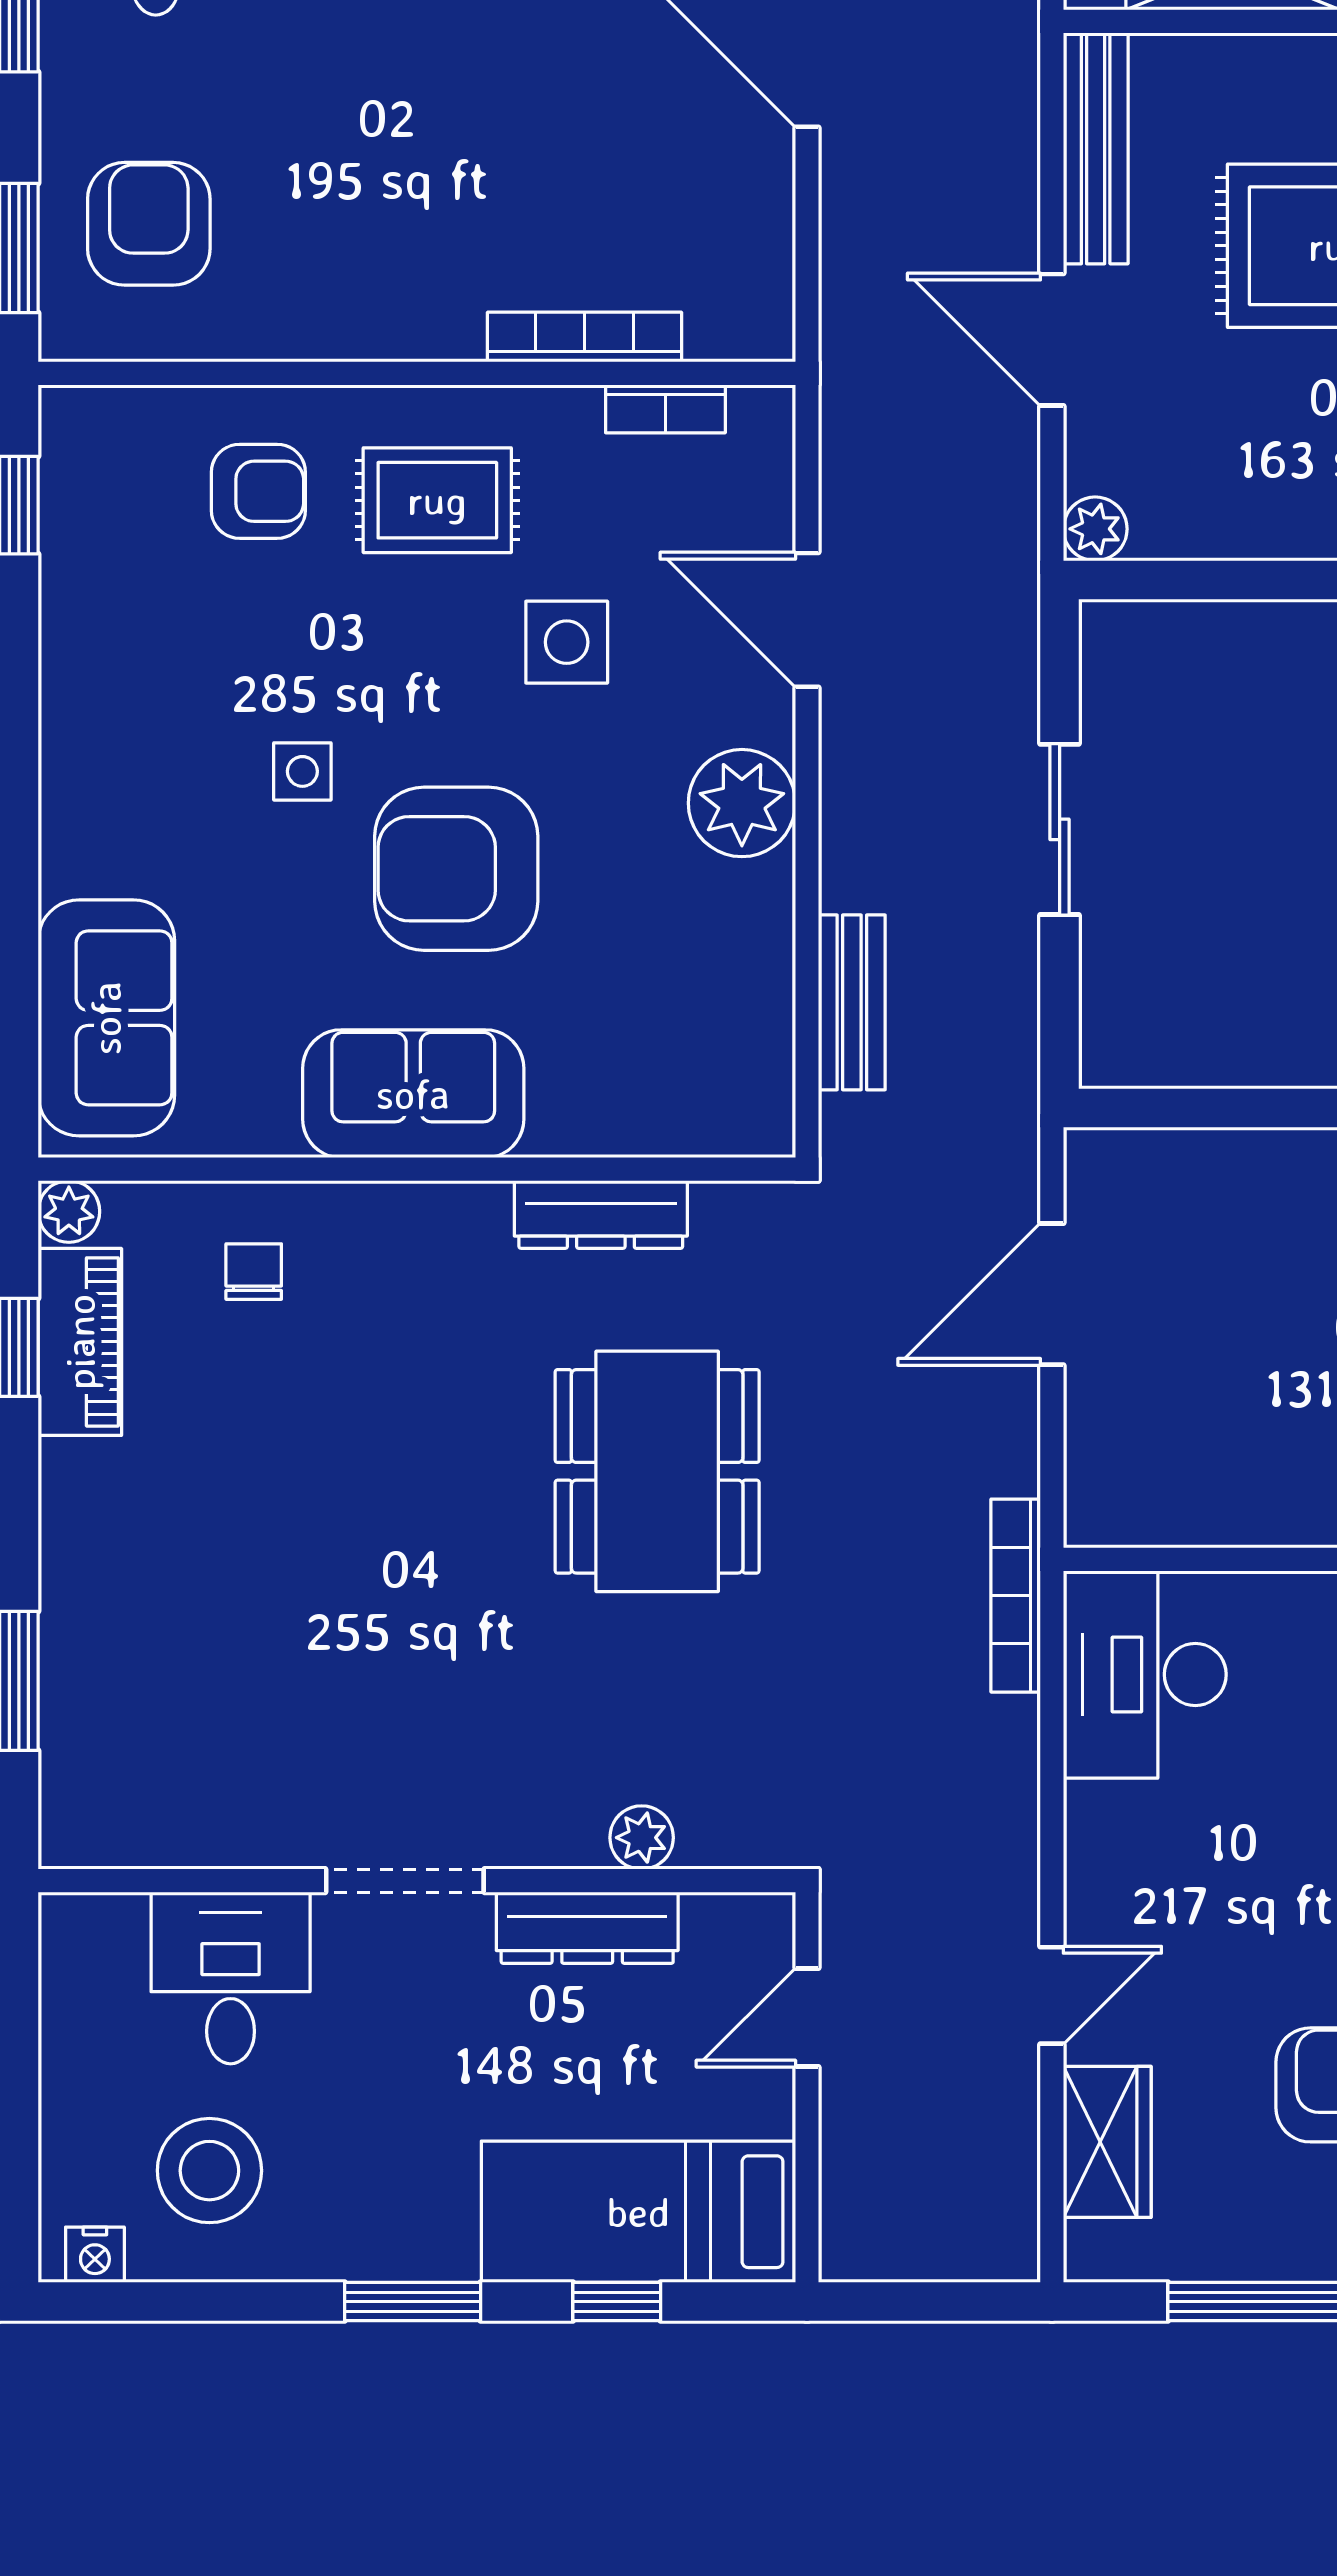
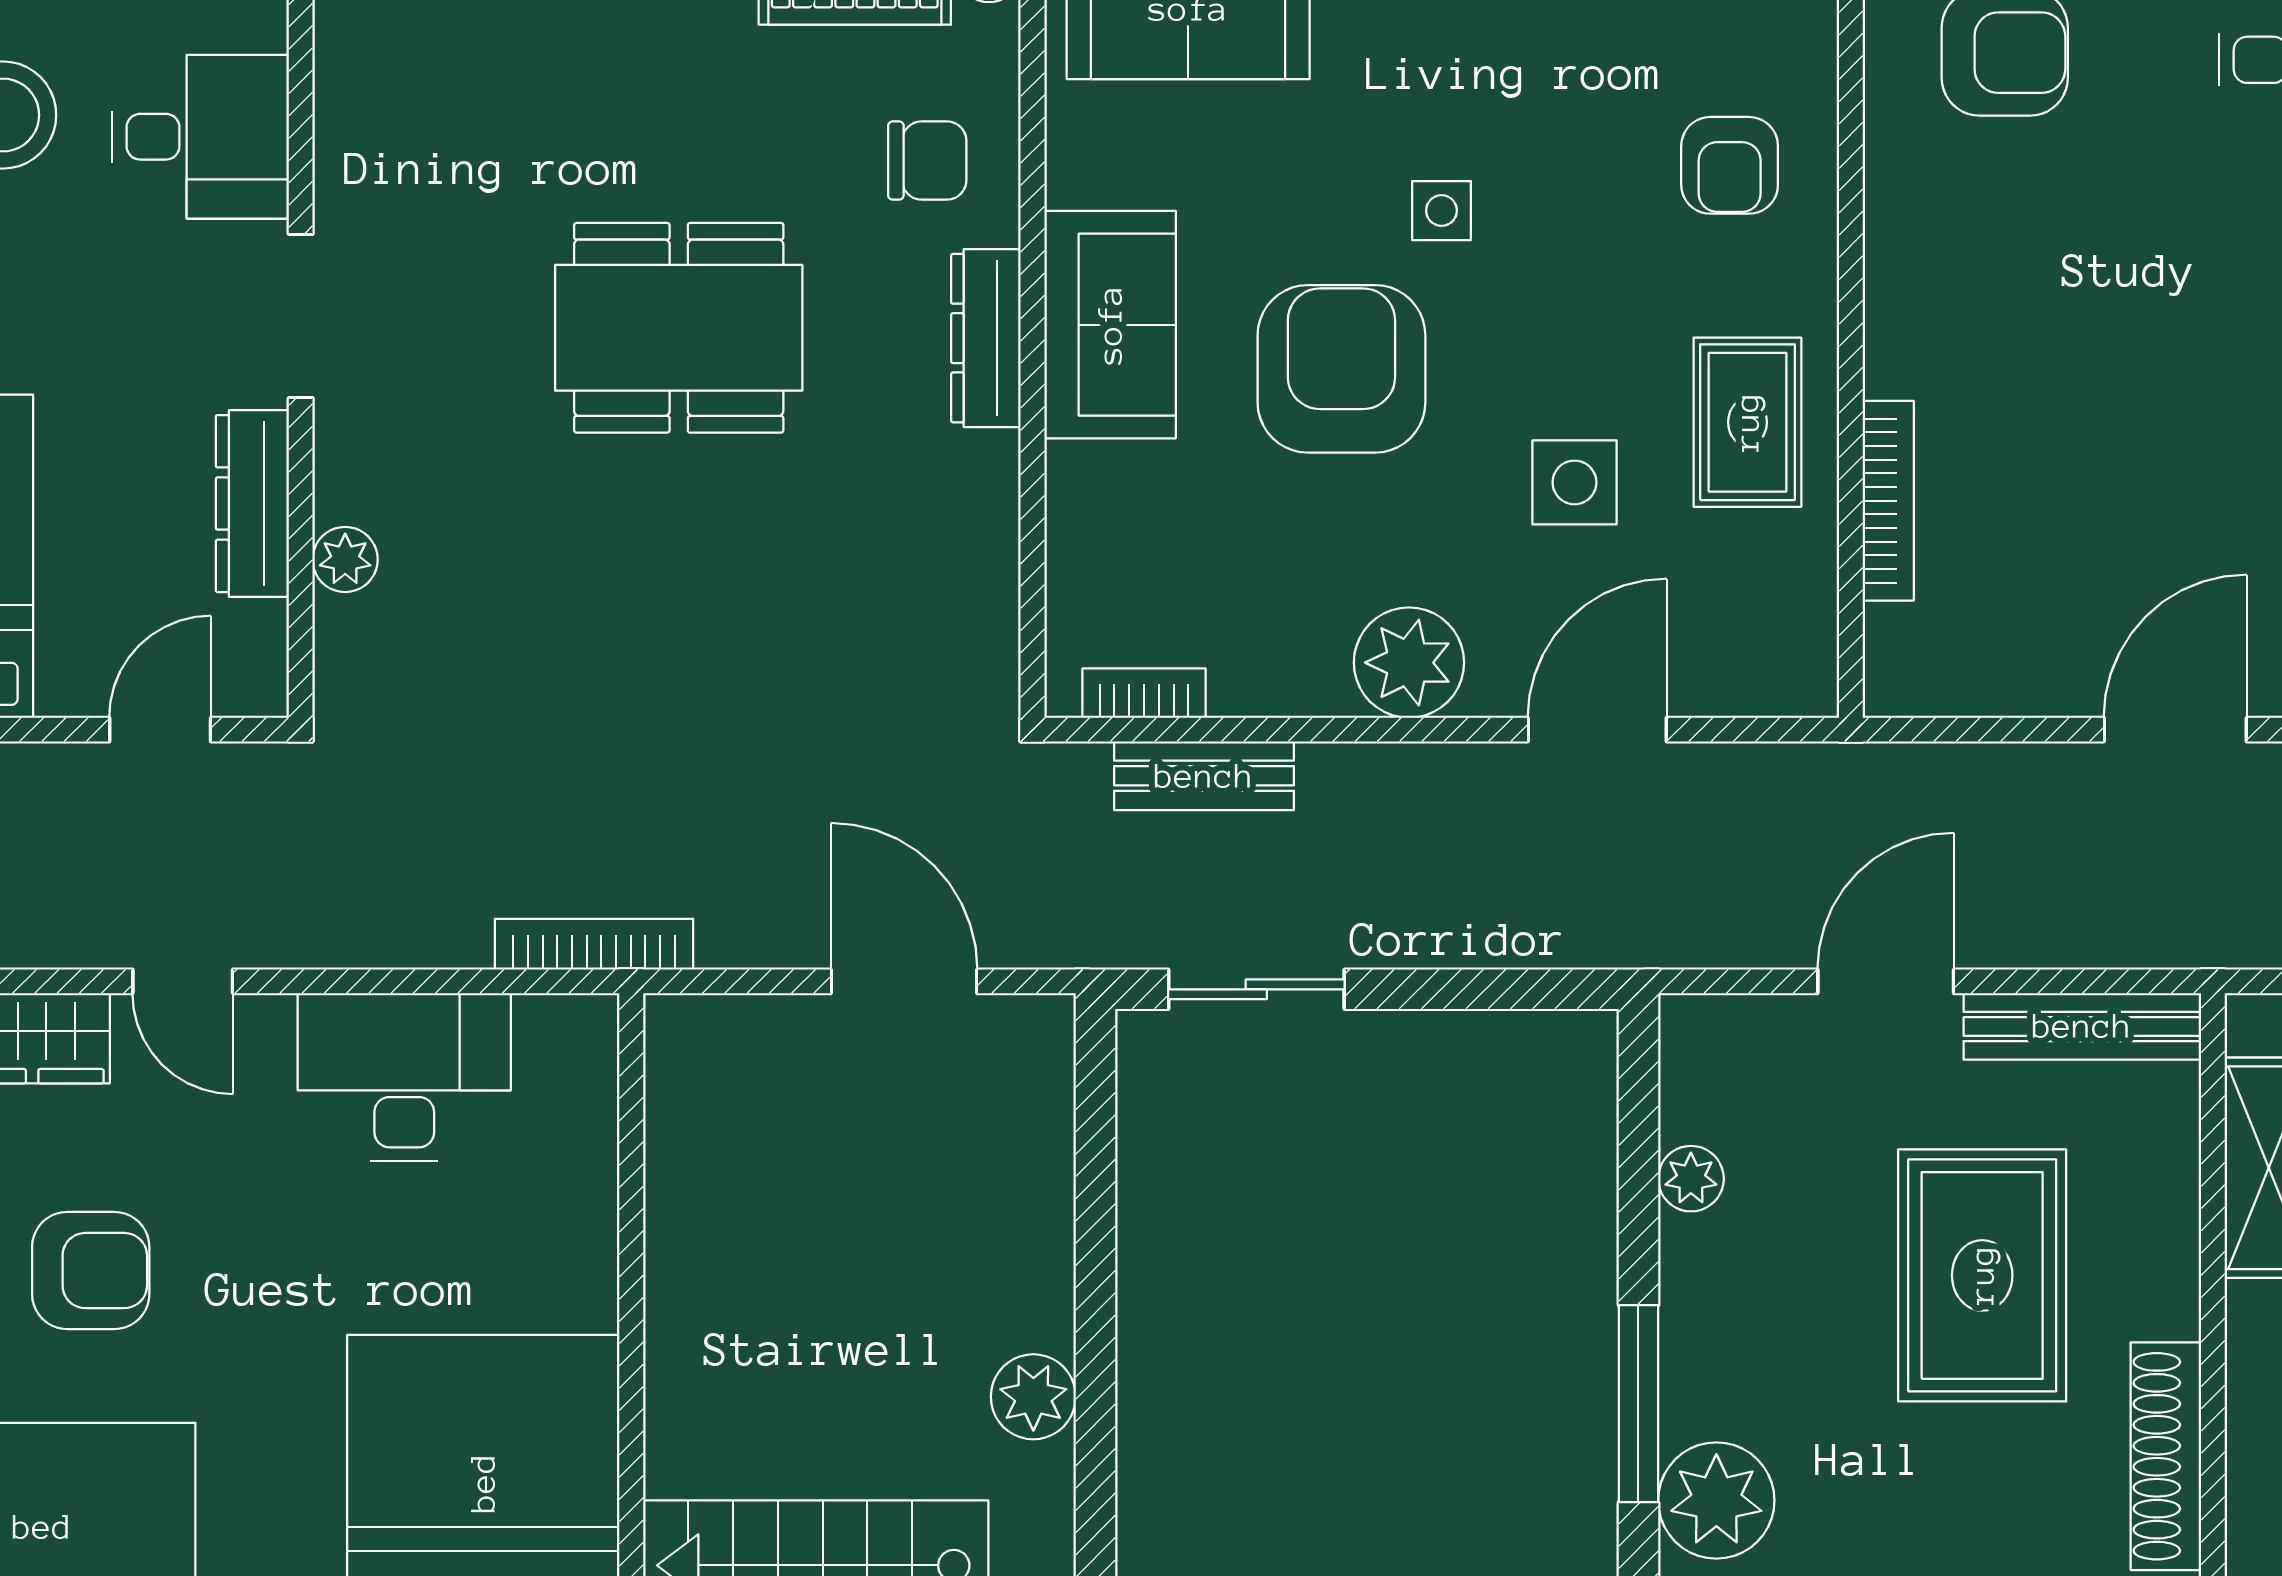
bookcase: (665, 409) -> (1144, 693), moved, turned 90
rug: (437, 500) -> (1747, 422), moved
plant: (1095, 529) -> (1691, 1179), moved
sliding door: (1060, 829) -> (1256, 989), moved
dresser: (601, 1214) -> (986, 338), moved
chair: (254, 1272) -> (927, 161), width x1.37, depth x1.37
dining table: (657, 1471) -> (679, 328), moved
desk: (1145, 1674) -> (404, 1077), moved
door: (807, 2017) -> (160, 730), hinge flipped

